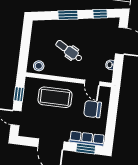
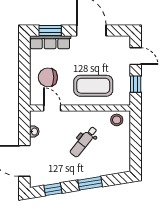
dental chair: (69, 51) -> (84, 142), turned 100
chair: (93, 109) -> (48, 77), turned 180

